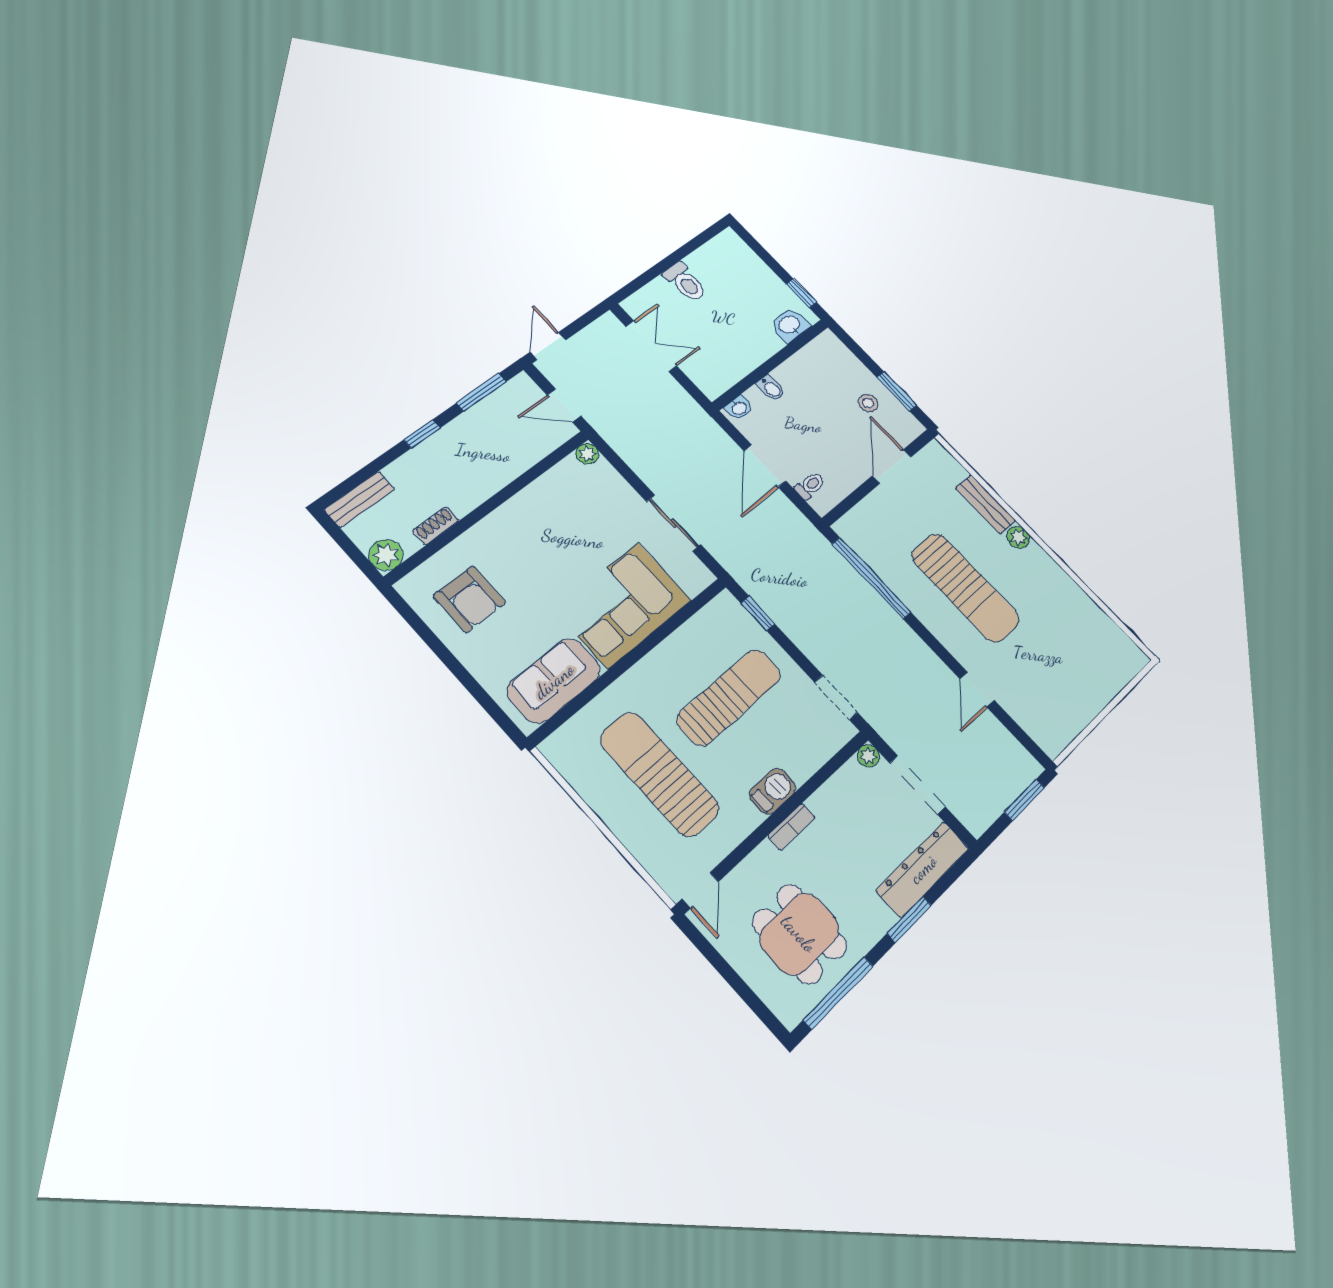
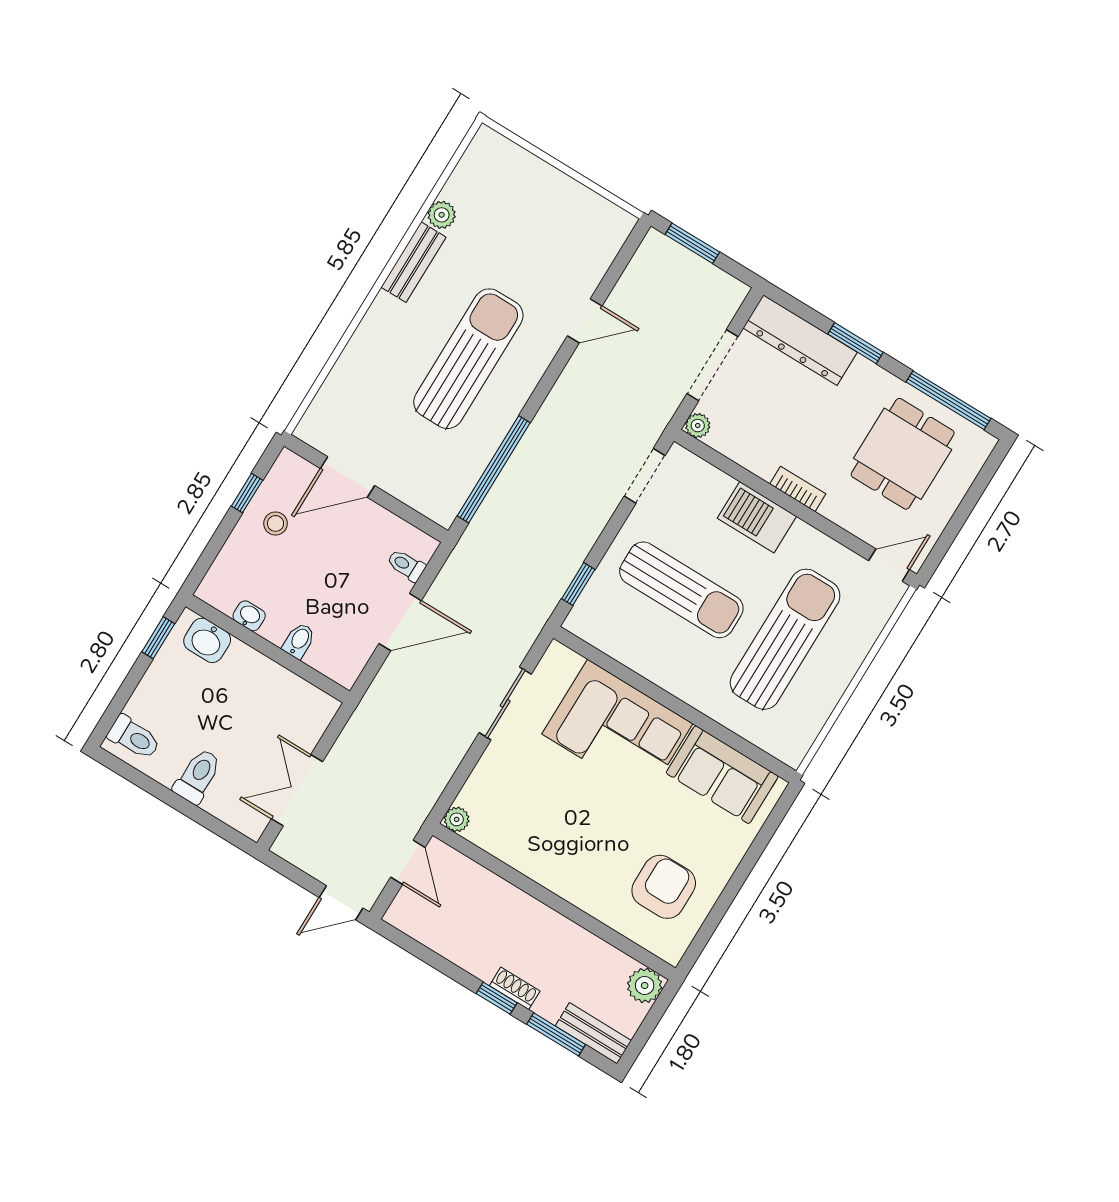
toilet: (729, 251) -> (134, 737), added
window: (897, 391) -> (247, 493), width x0.67
window: (481, 392) -> (556, 1034), moved
washbasin: (739, 408) -> (249, 616), moved
bench: (986, 504) -> (413, 262), moved
shoe rack: (436, 526) -> (515, 988), moved, turned 180
plant: (1018, 537) -> (442, 215), moved
sun lounger: (729, 697) -> (681, 590), turned 180
sun lounger: (659, 774) -> (785, 639), turned 180
barbecue: (773, 791) -> (757, 517), width x1.38, depth x1.27

